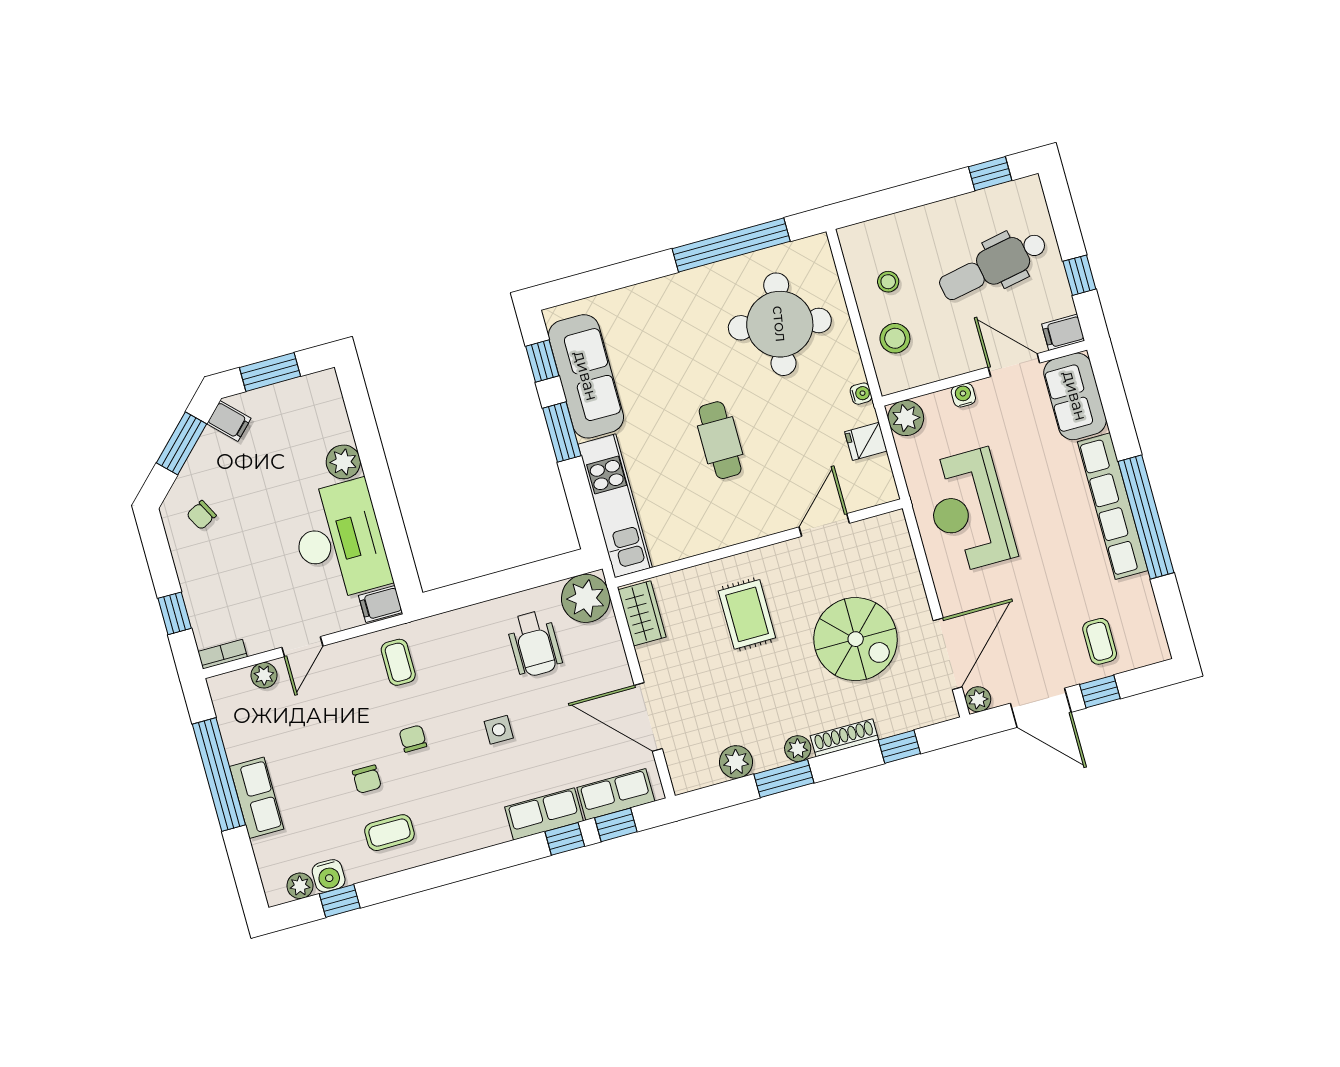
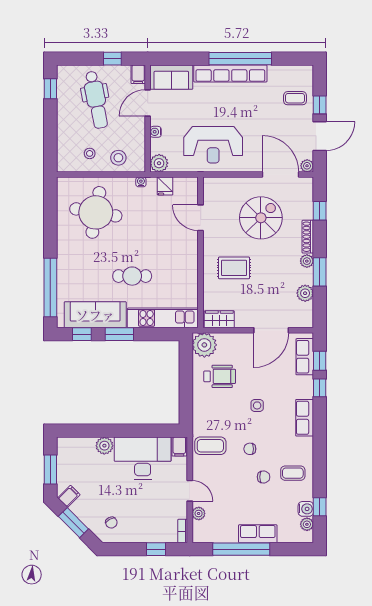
window: (731, 245) -> (50, 287), moved
cafe table: (720, 440) -> (132, 276), moved
coffee table: (398, 662) -> (210, 446), width x1.36, depth x1.30
row of seats: (544, 814) -> (305, 418), moved
coffee table: (389, 833) -> (293, 473), turned 90

